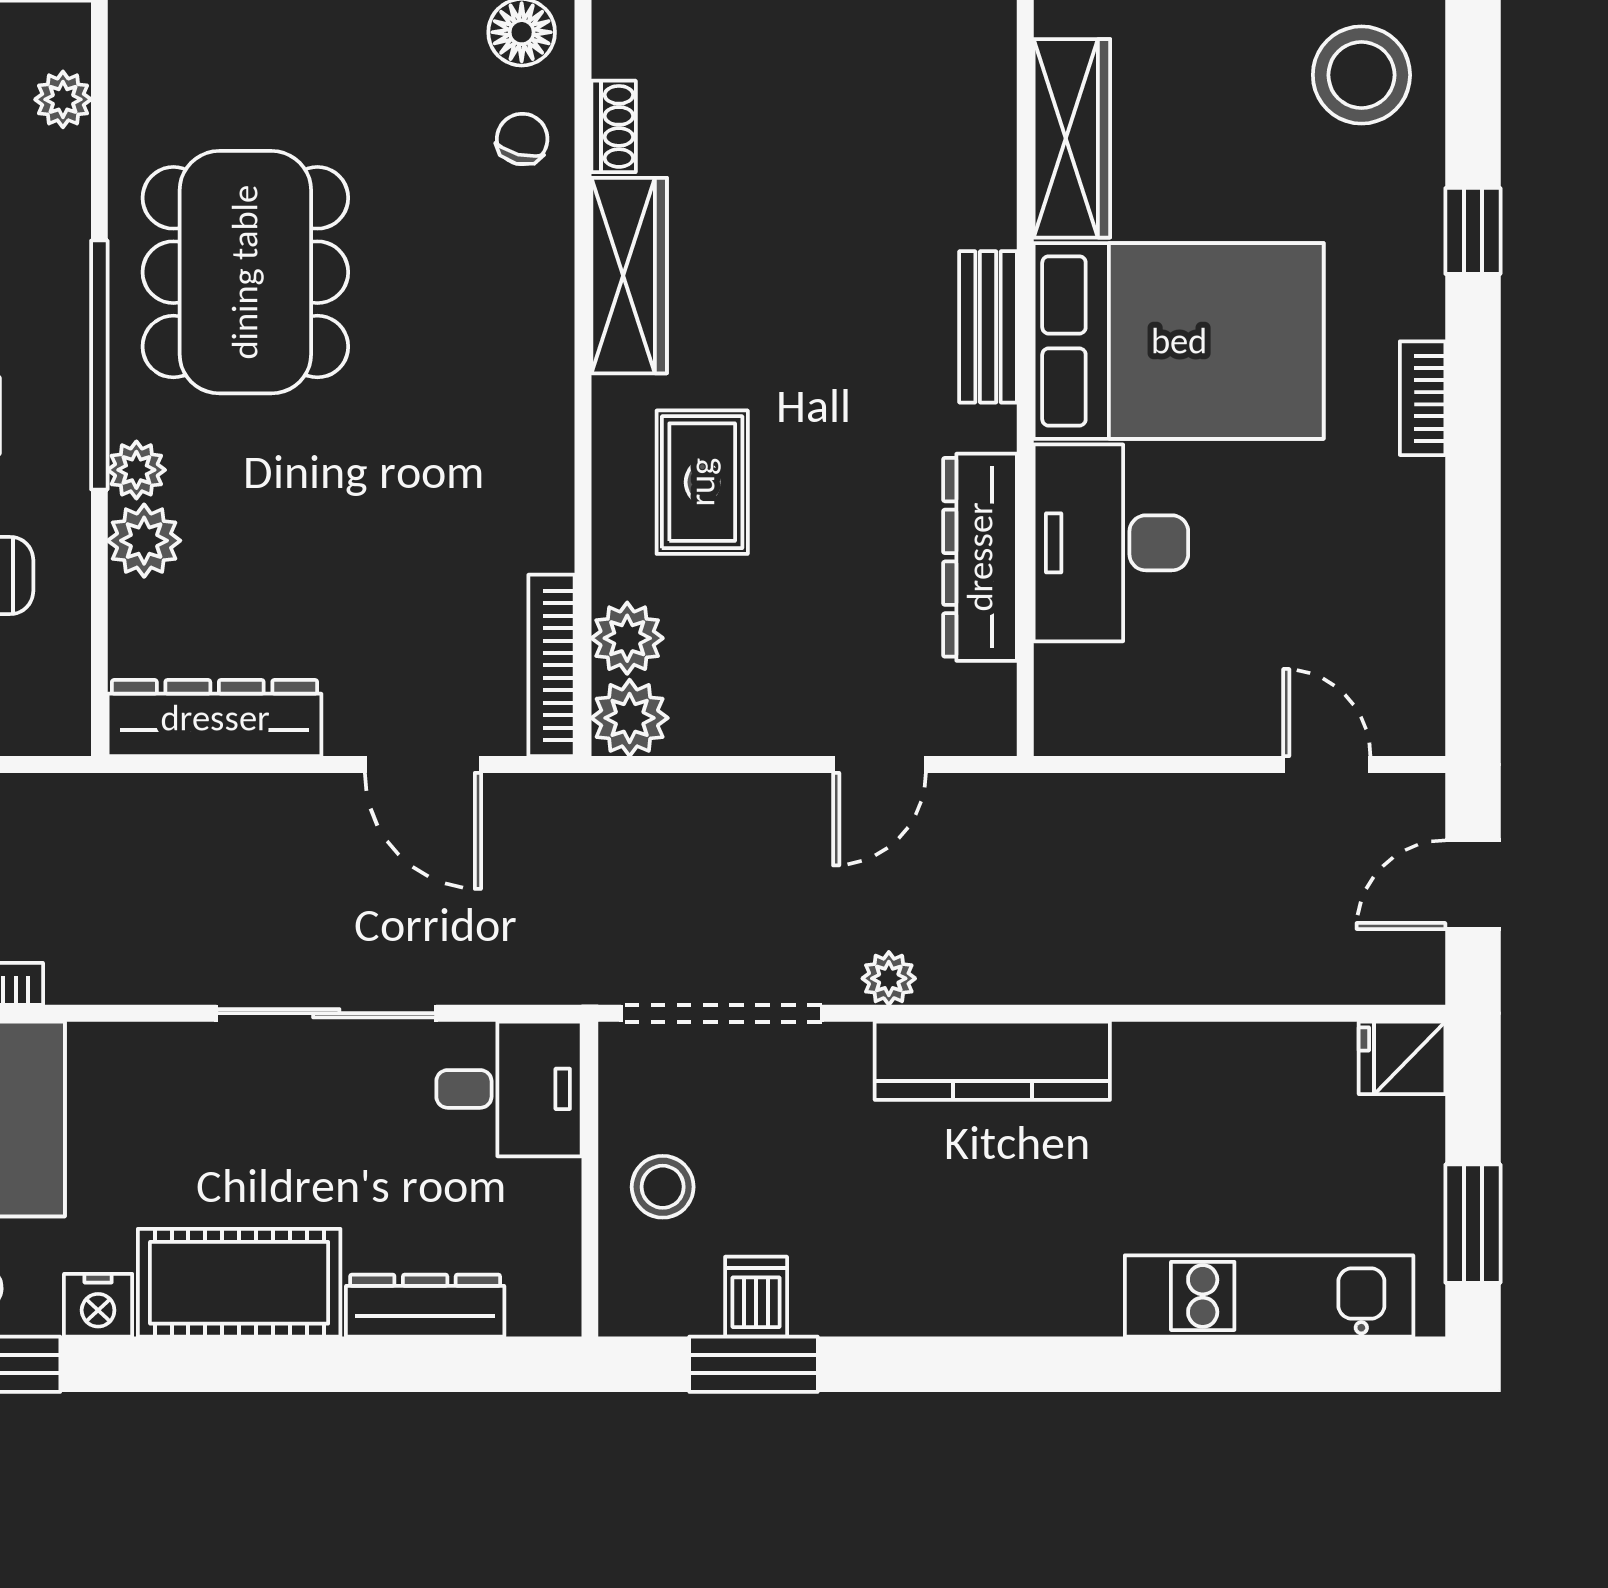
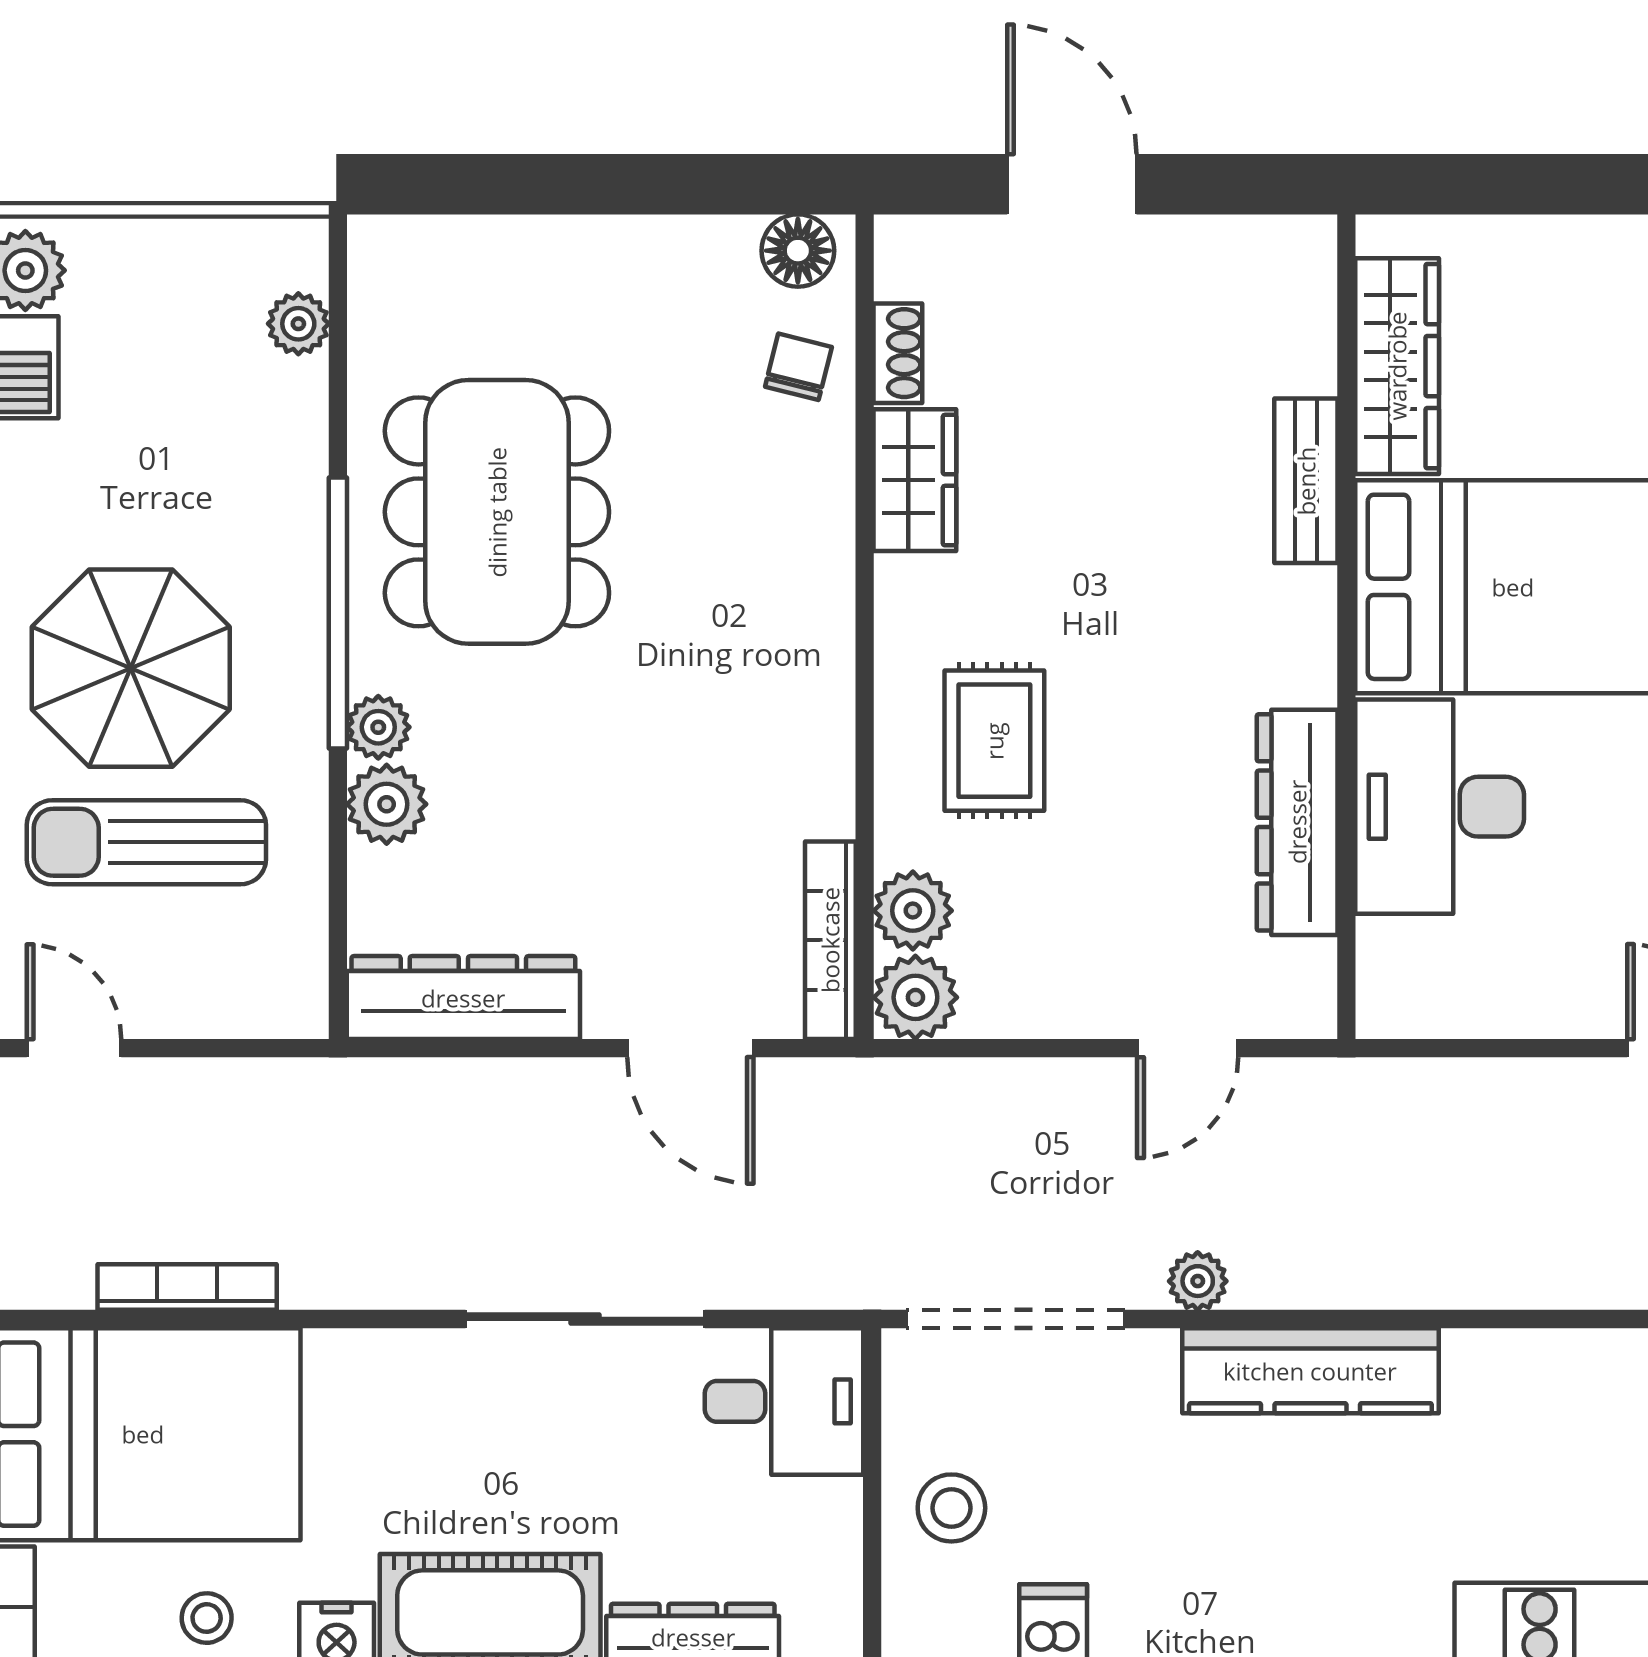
wardrobe: (629, 276) -> (915, 480), width x0.67
bench: (988, 327) -> (1306, 481), moved

